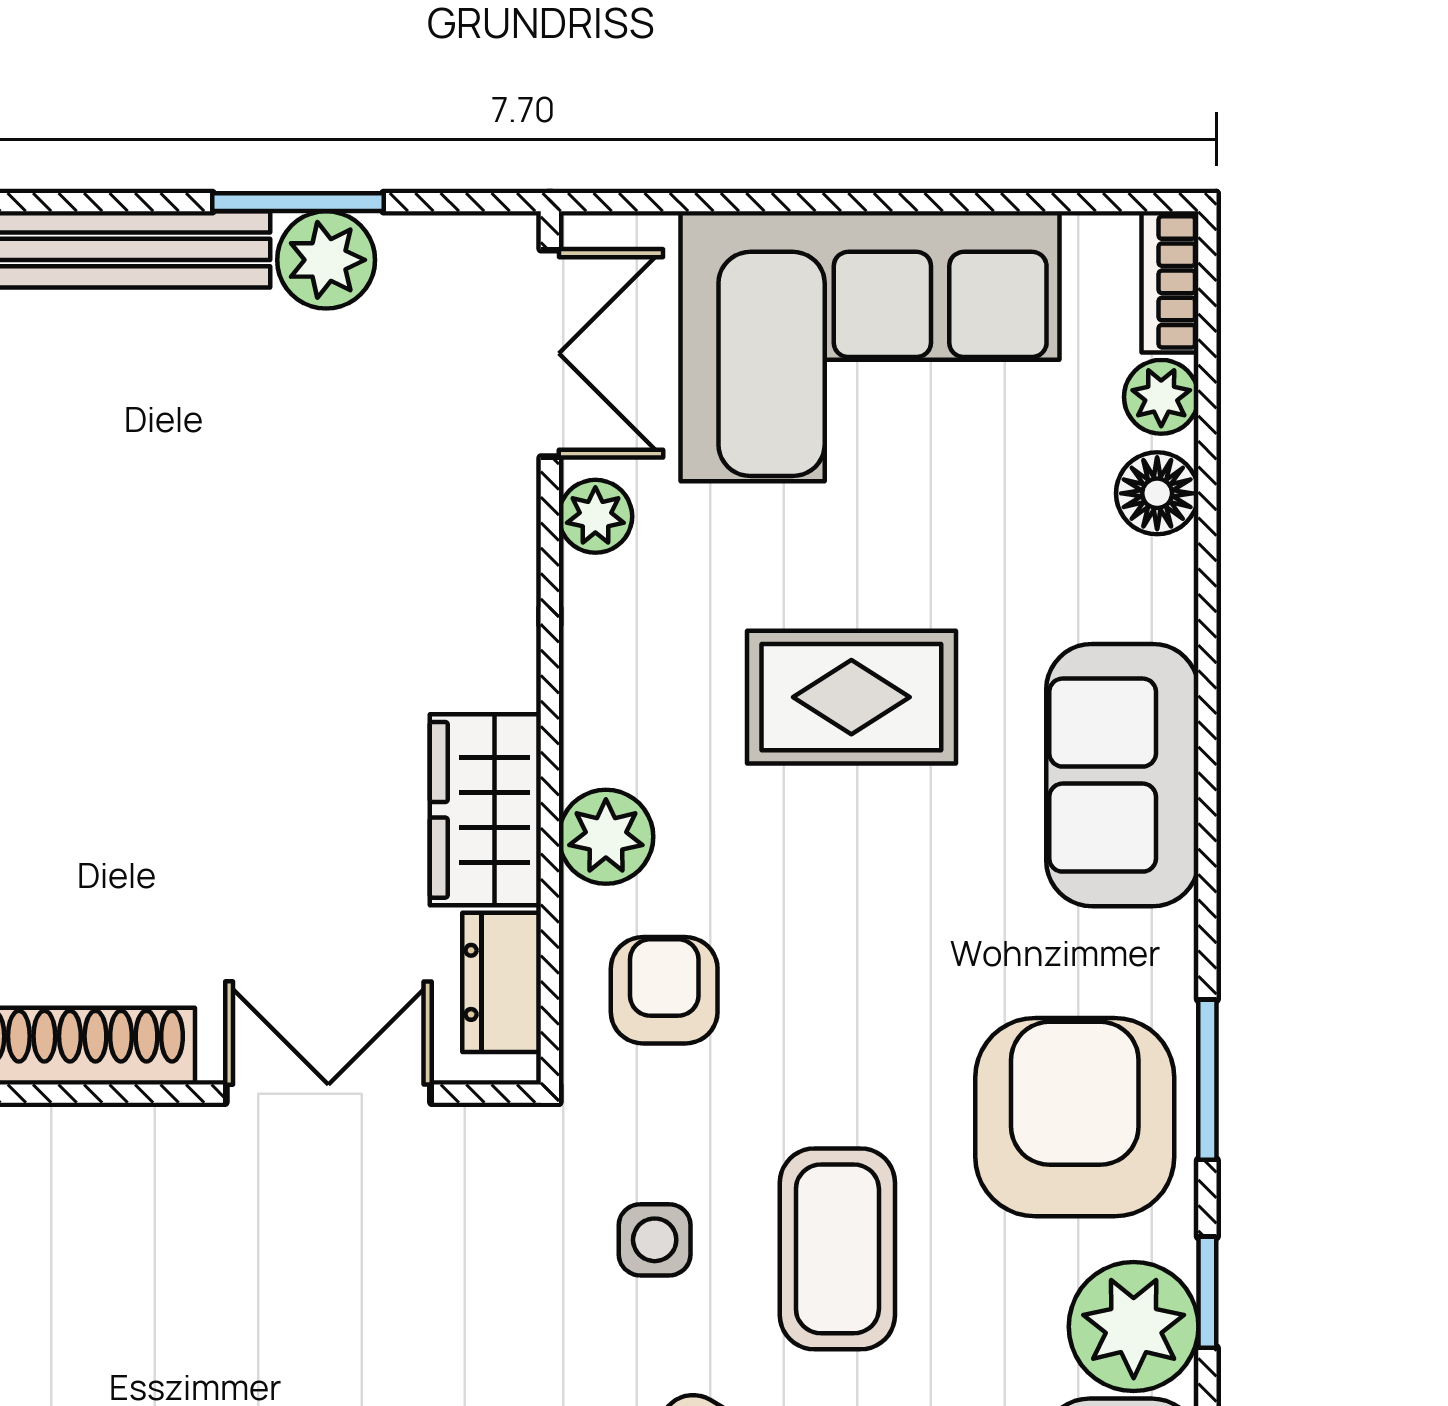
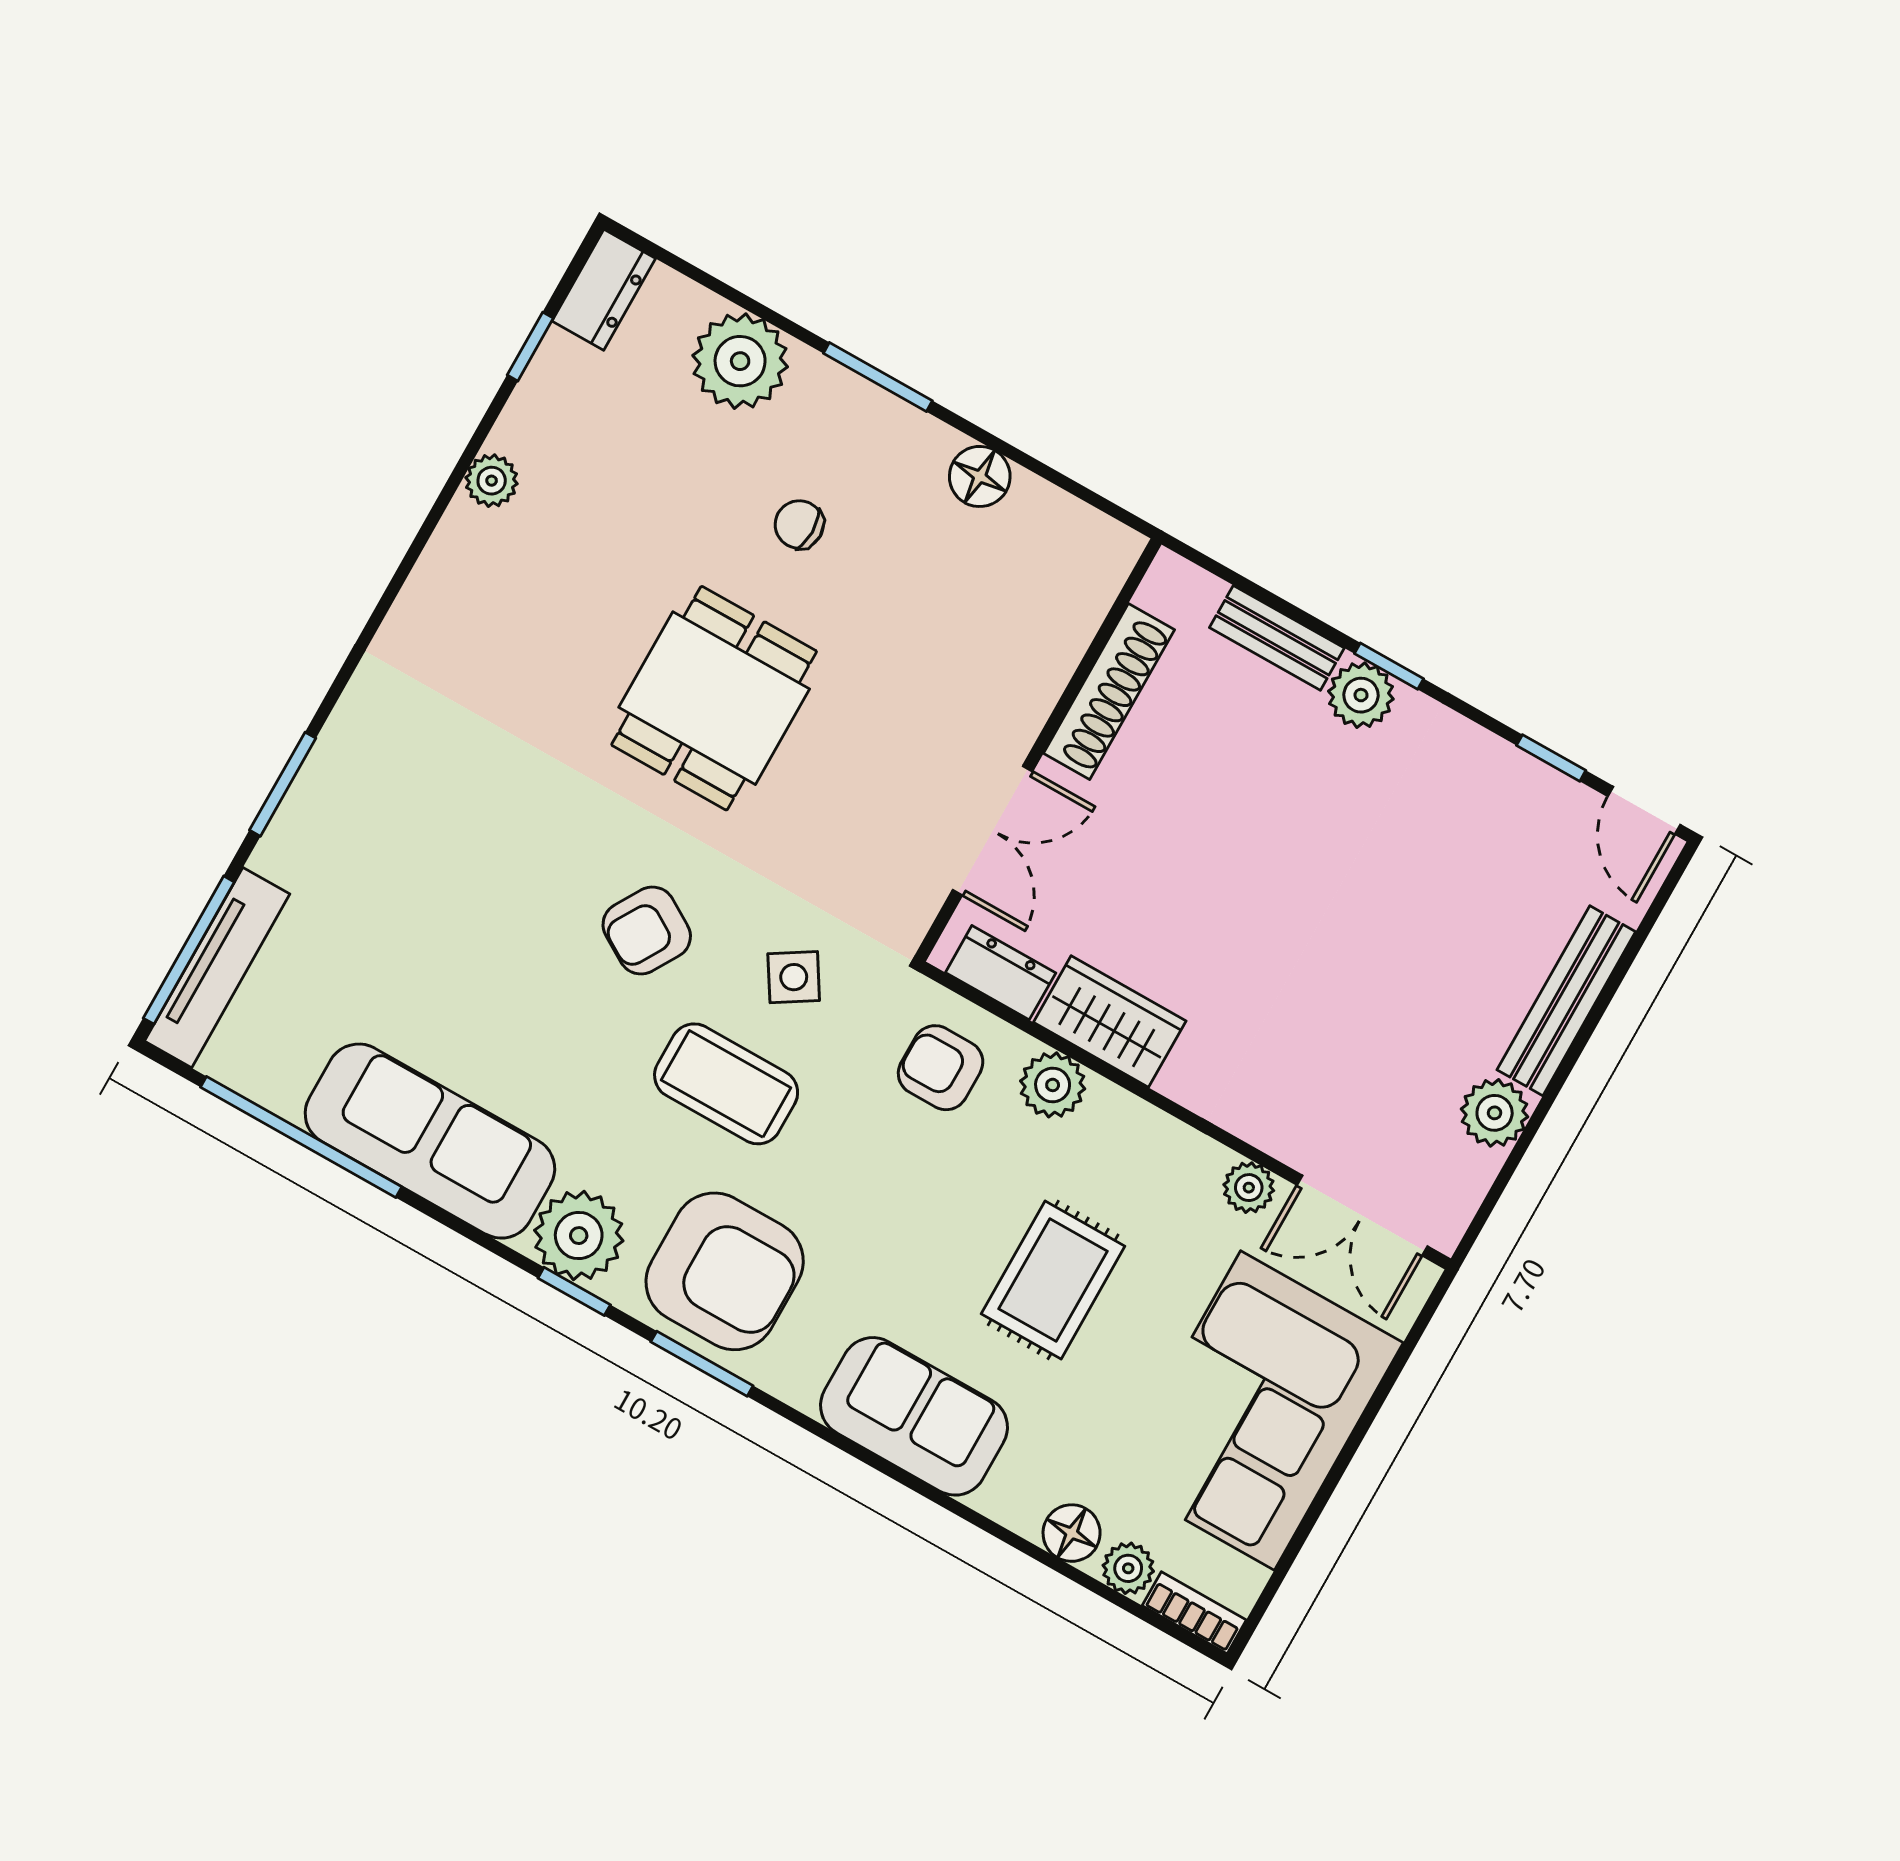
window: (298, 202) -> (1539, 1116), removed
armchair: (664, 990) -> (941, 1068), turned 180
side table: (655, 1240) -> (794, 977), turned -32

